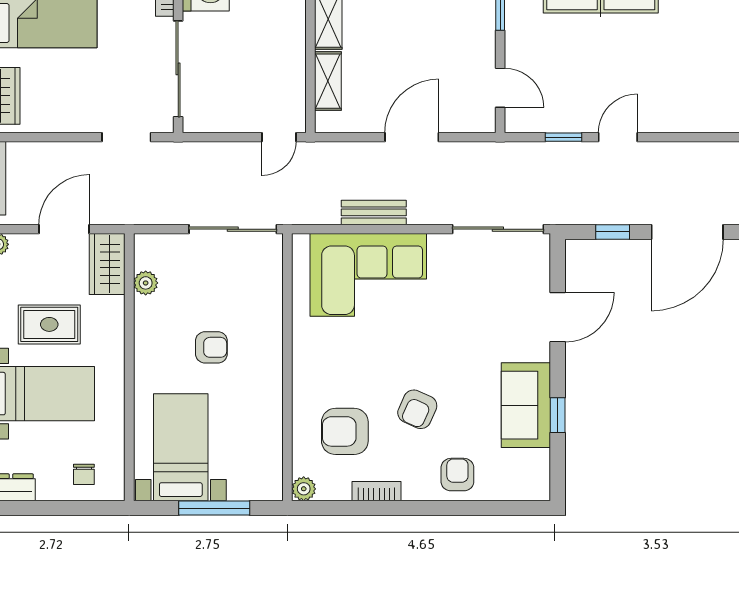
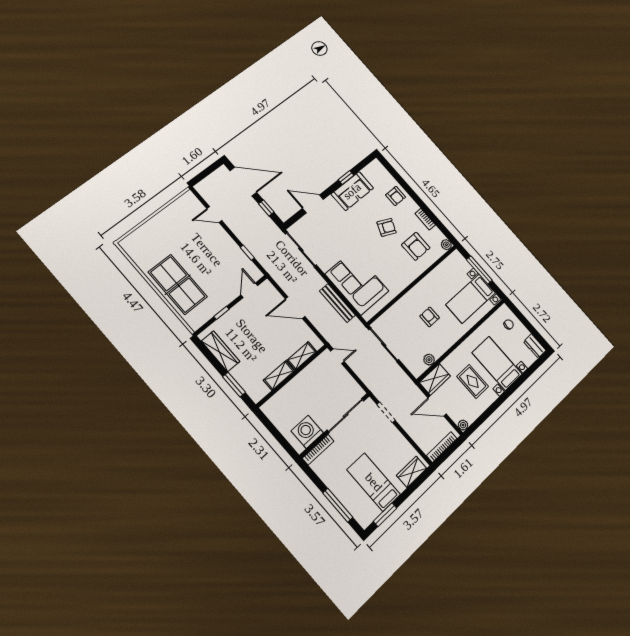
door: (618, 137) -> (214, 215), moved
bench: (374, 212) -> (337, 303), width x1.36
armchair: (457, 475) -> (396, 196), turned -90

